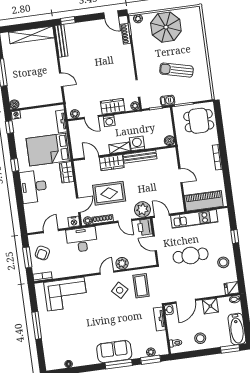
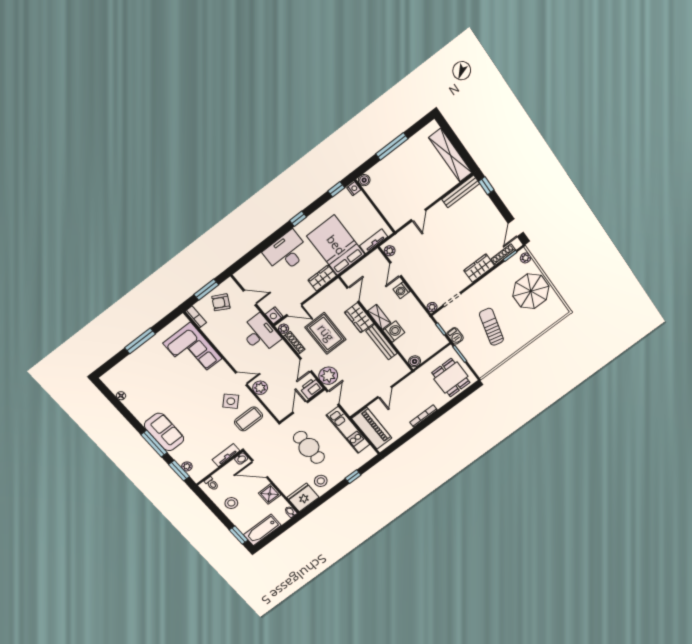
wardrobe: (113, 106) -> (479, 268), moved, turned -90
fridge: (232, 288) -> (303, 497), width x1.88, depth x1.34

